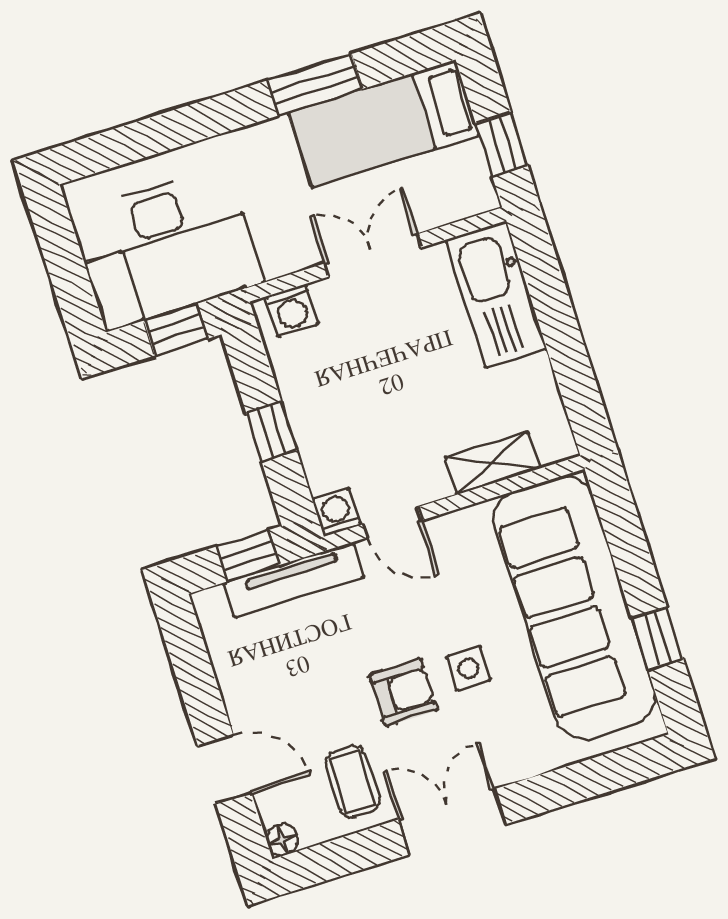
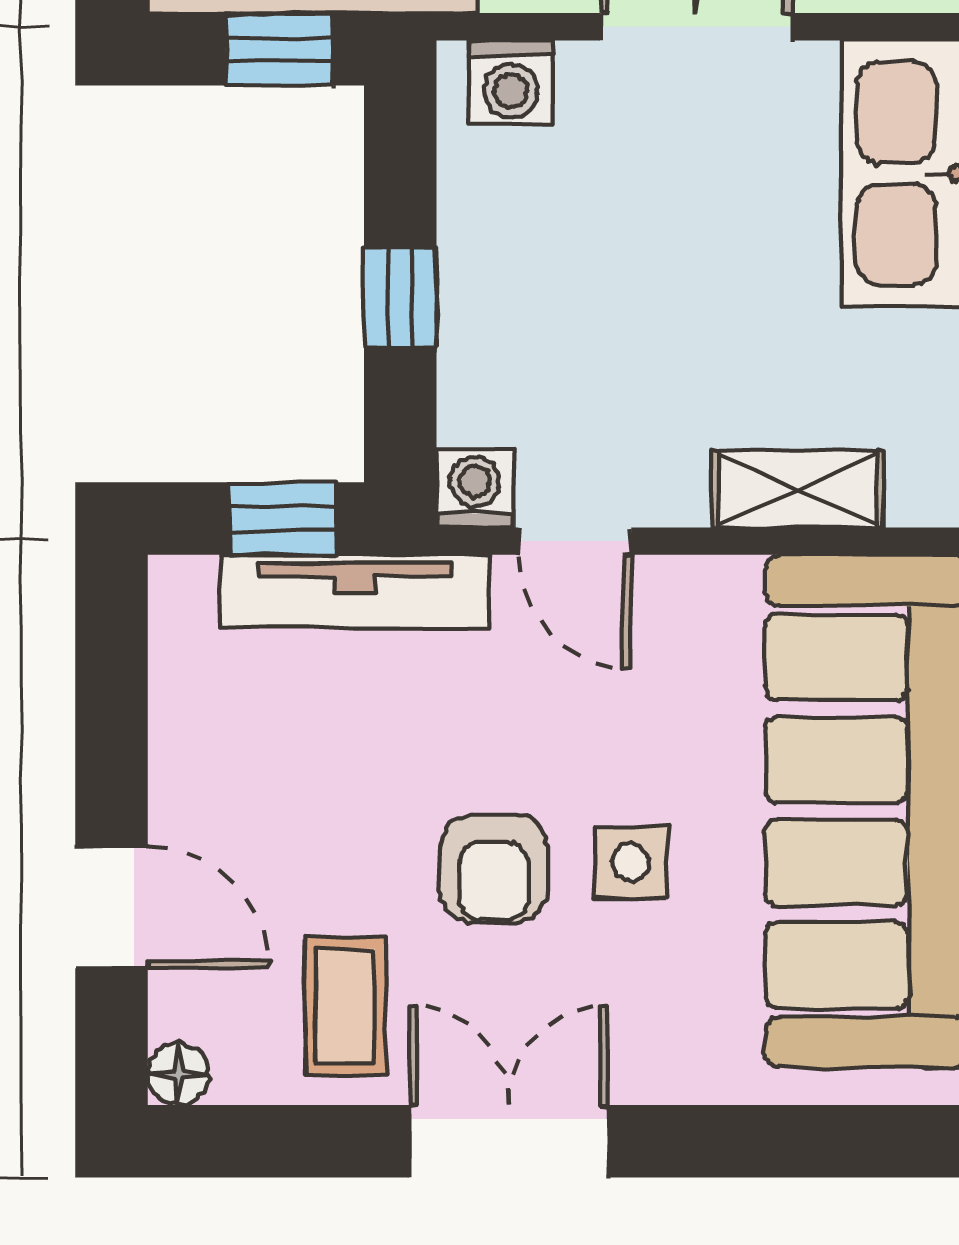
armchair: (403, 692) -> (494, 868), turned 90

